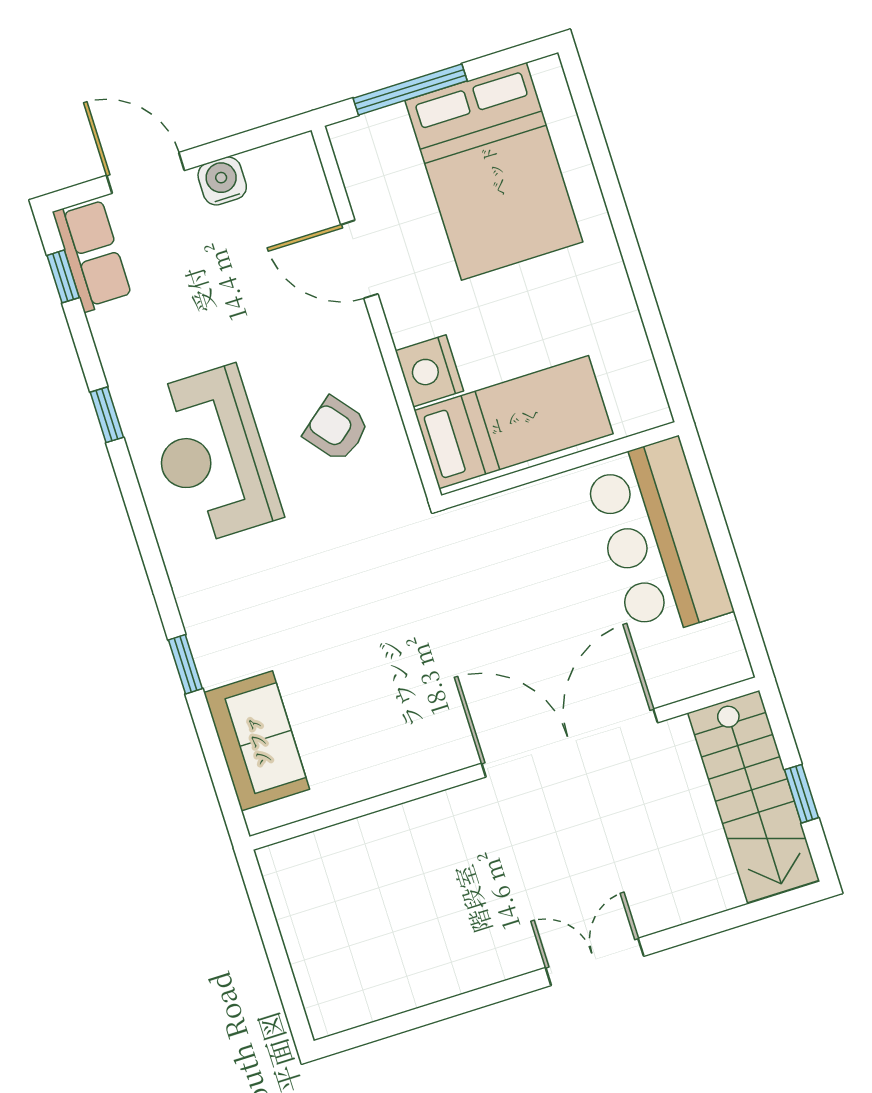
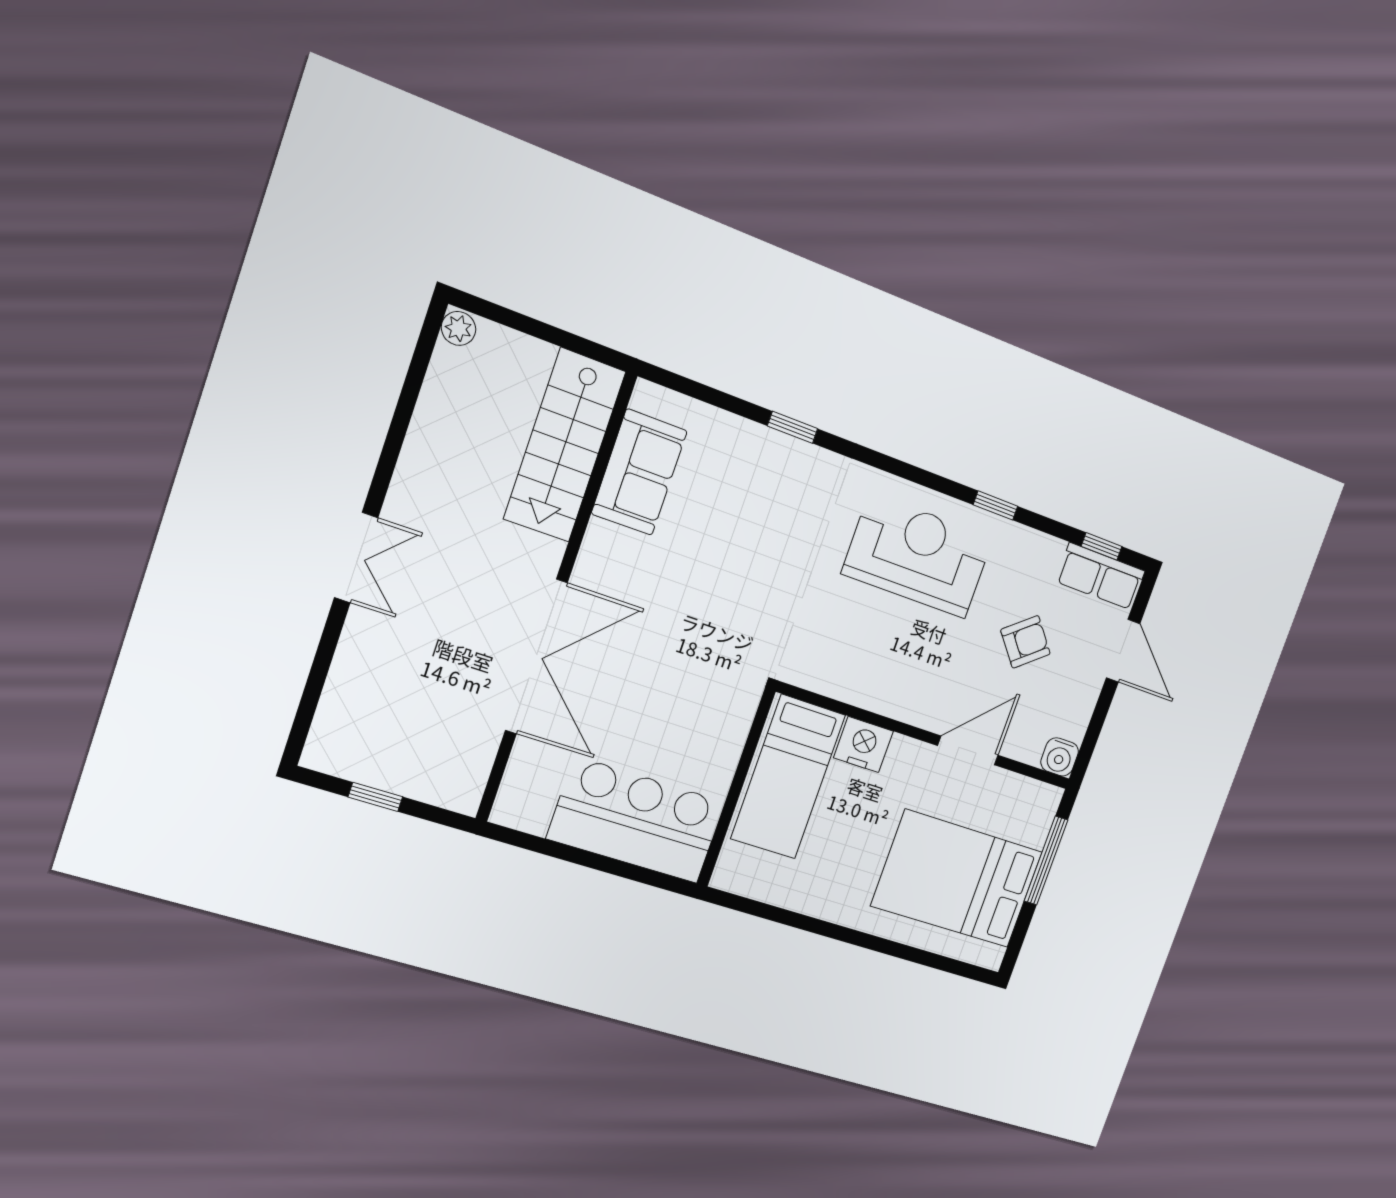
door: (145, 173) -> (1123, 651), hinge flipped
water cooler: (222, 181) -> (1060, 757), moved, turned 90
armchair: (336, 429) -> (1025, 642), moved
sofa: (257, 741) -> (639, 472), moved, turned -90
stairs: (754, 797) -> (565, 445), moved, turned -90
plant: (328, 1018) -> (458, 328), added

